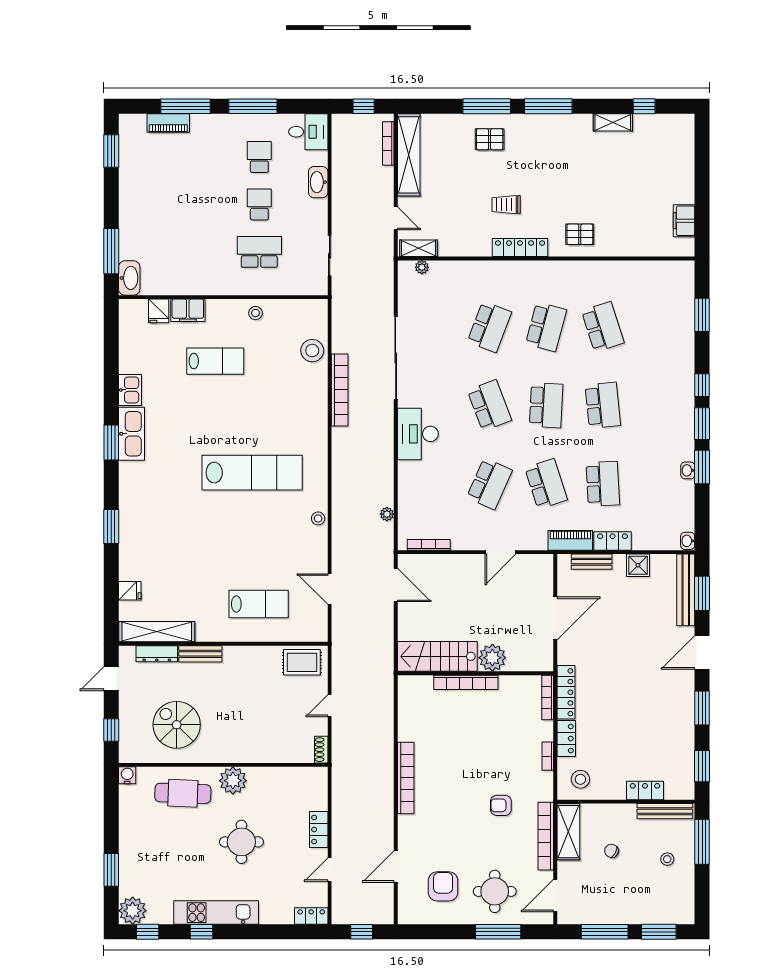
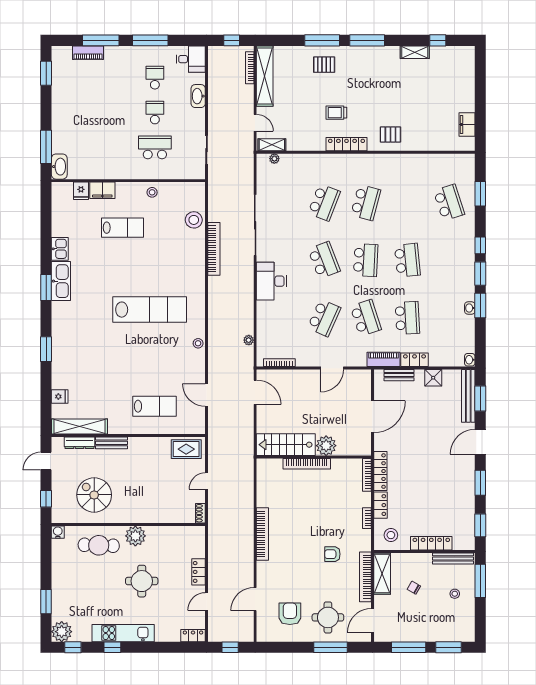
school desk: (603, 327) -> (449, 202), moved
locker: (645, 790) -> (431, 543), width x1.53

